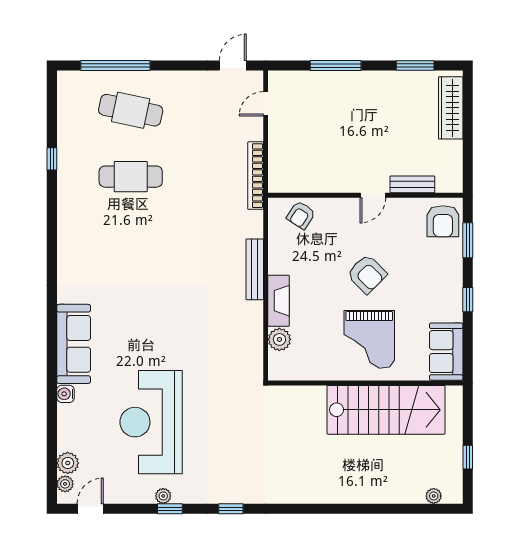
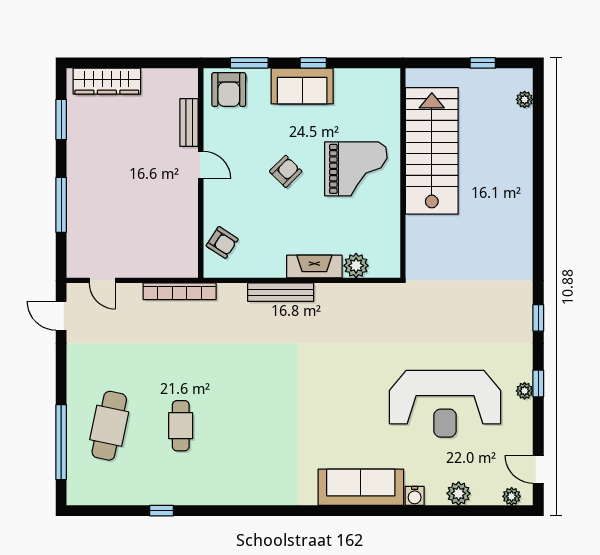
cafe table: (131, 177) -> (181, 426), width x0.73, depth x0.74
armchair: (443, 221) -> (229, 90), turned 90
armchair: (367, 274) -> (286, 171), width x0.72, depth x0.72
sofa: (446, 352) -> (302, 86), moved
plant: (68, 463) -> (459, 493), moved

